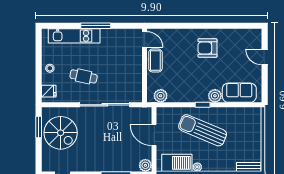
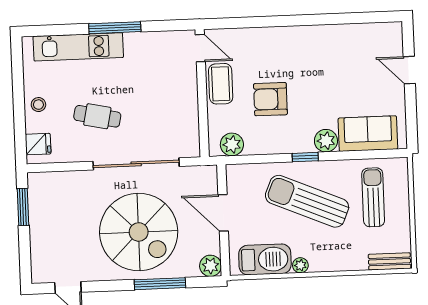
armchair: (207, 48) -> (270, 99), moved
sun lounger: (241, 130) -> (373, 197), added
spiral stairs: (61, 133) -> (139, 232), moved, width x1.37, depth x1.37

